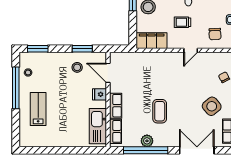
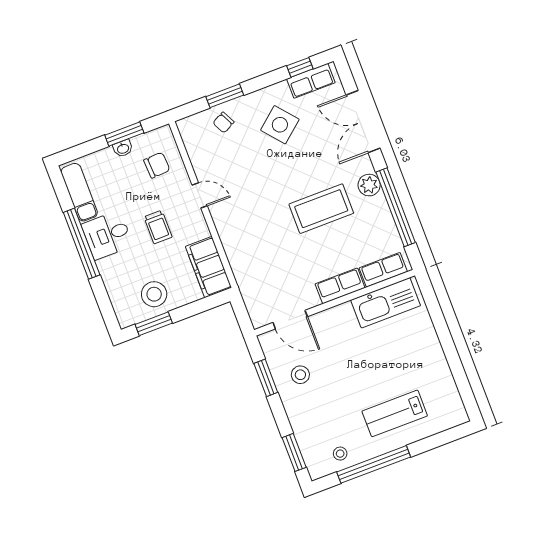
door: (108, 73) -> (290, 320), hinge flipped
fridge: (99, 94) -> (331, 320), removed
coffee table: (160, 111) -> (321, 209), width x1.36, depth x1.32
plant: (147, 141) -> (369, 185), moved

